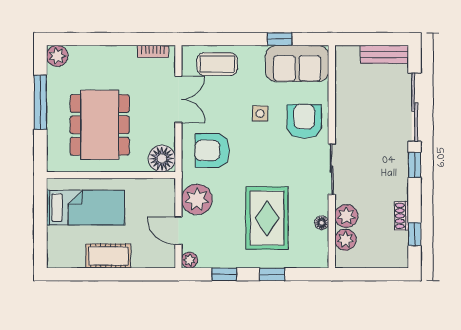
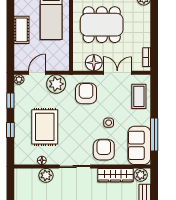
window: (280, 39) -> (154, 135), width x2.17
double door: (178, 99) -> (117, 73), swing flipped
wardrobe: (346, 102) -> (116, 175), added
armchair: (304, 121) -> (104, 150), turned -90
floor lamp: (162, 159) -> (94, 63), moved
rug: (267, 218) -> (45, 127), turned 90
plant: (345, 240) -> (141, 175), moved

